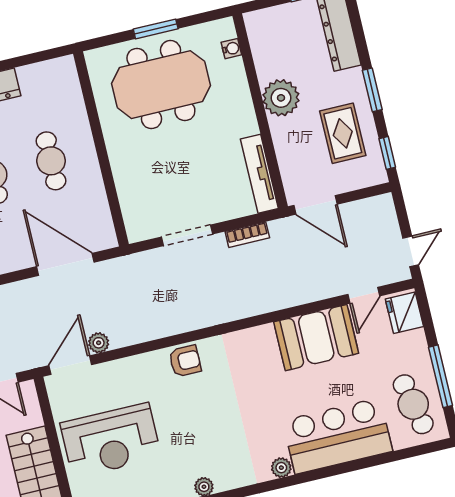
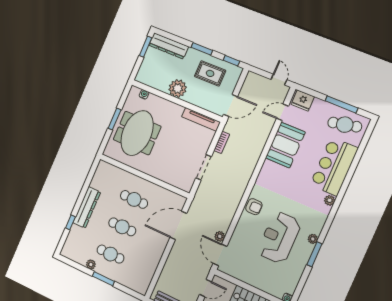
door: (364, 295) -> (283, 112), swing flipped
armchair: (185, 361) -> (254, 207), turned 90
reception desk: (111, 440) -> (279, 238), moved, turned 180

